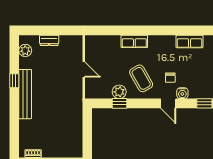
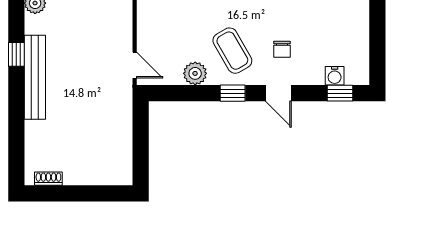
door: (84, 70) -> (135, 65), moved
water cooler: (182, 93) -> (335, 76), moved
window: (119, 103) -> (233, 93), moved

